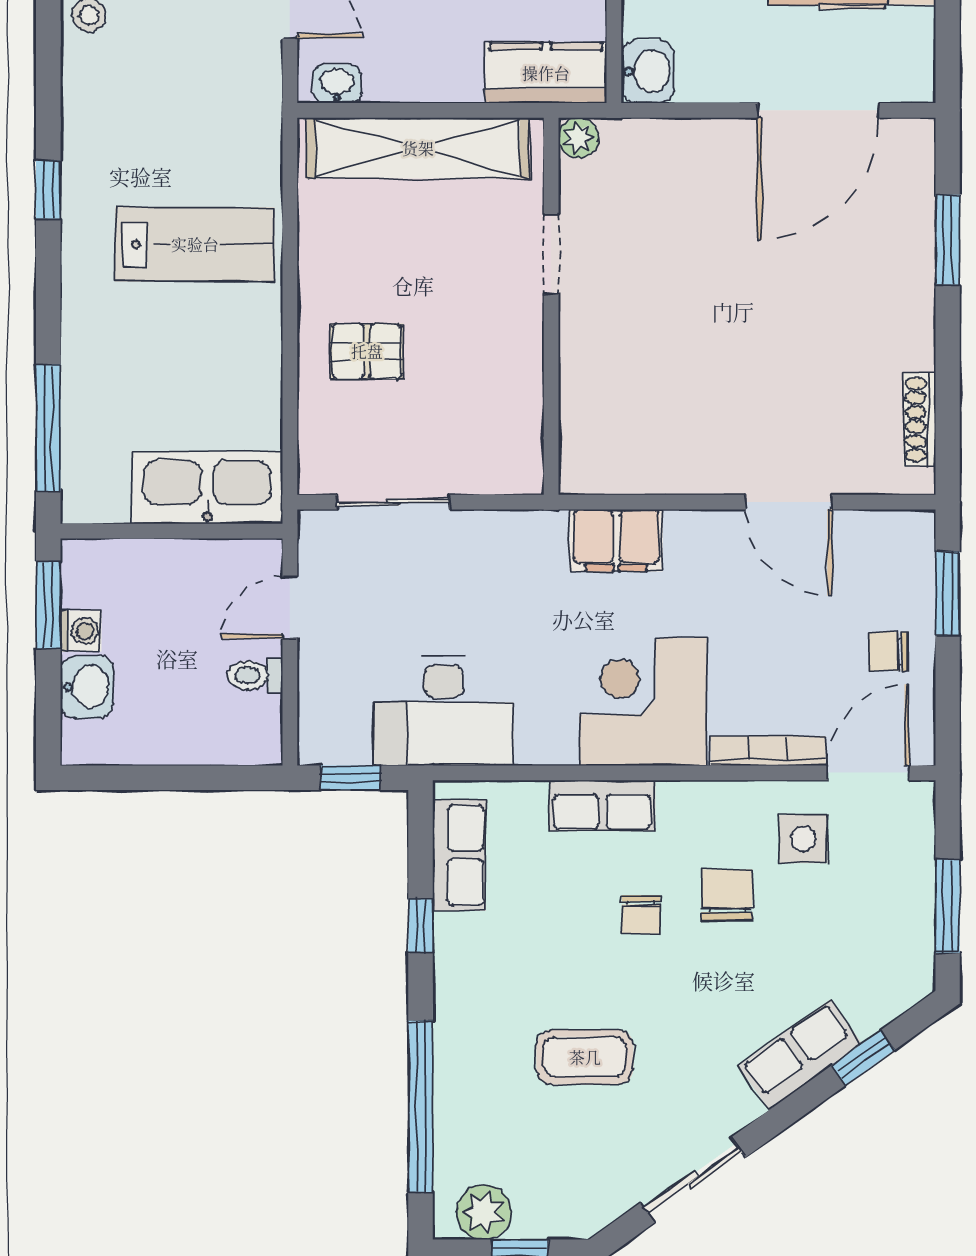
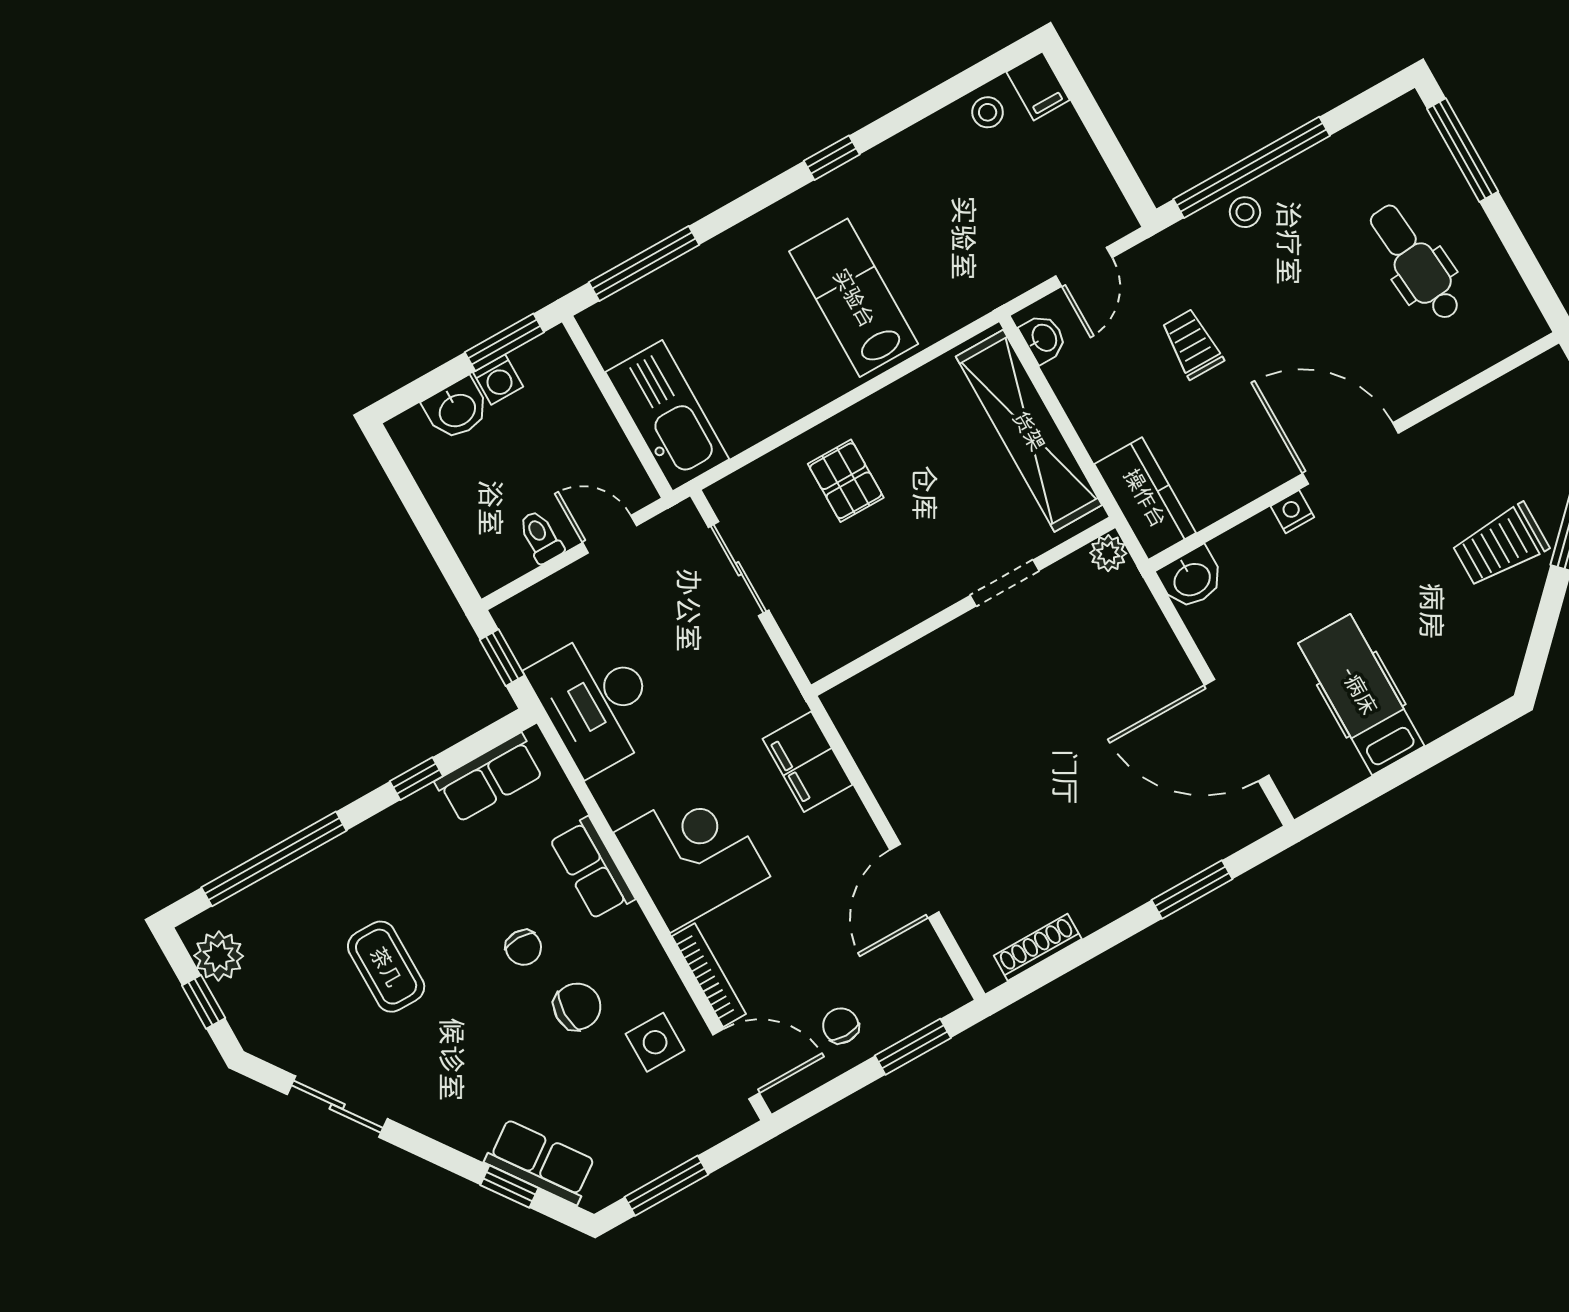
lab bench: (195, 244) -> (854, 298), turned 180
chair: (641, 914) -> (524, 948), turned -90
row of seats: (800, 1055) -> (541, 1162), moved

